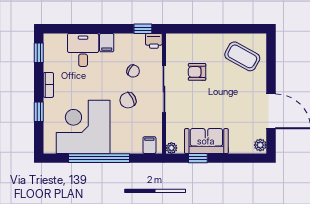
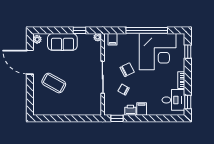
printer: (154, 41) -> (130, 110), moved
desk: (83, 50) -> (173, 100), moved, turned -90
coffee table: (242, 56) -> (54, 83), moved
armchair: (197, 72) -> (80, 89), removed
window: (39, 112) -> (188, 52), moved
sofa: (206, 141) -> (62, 42), moved

